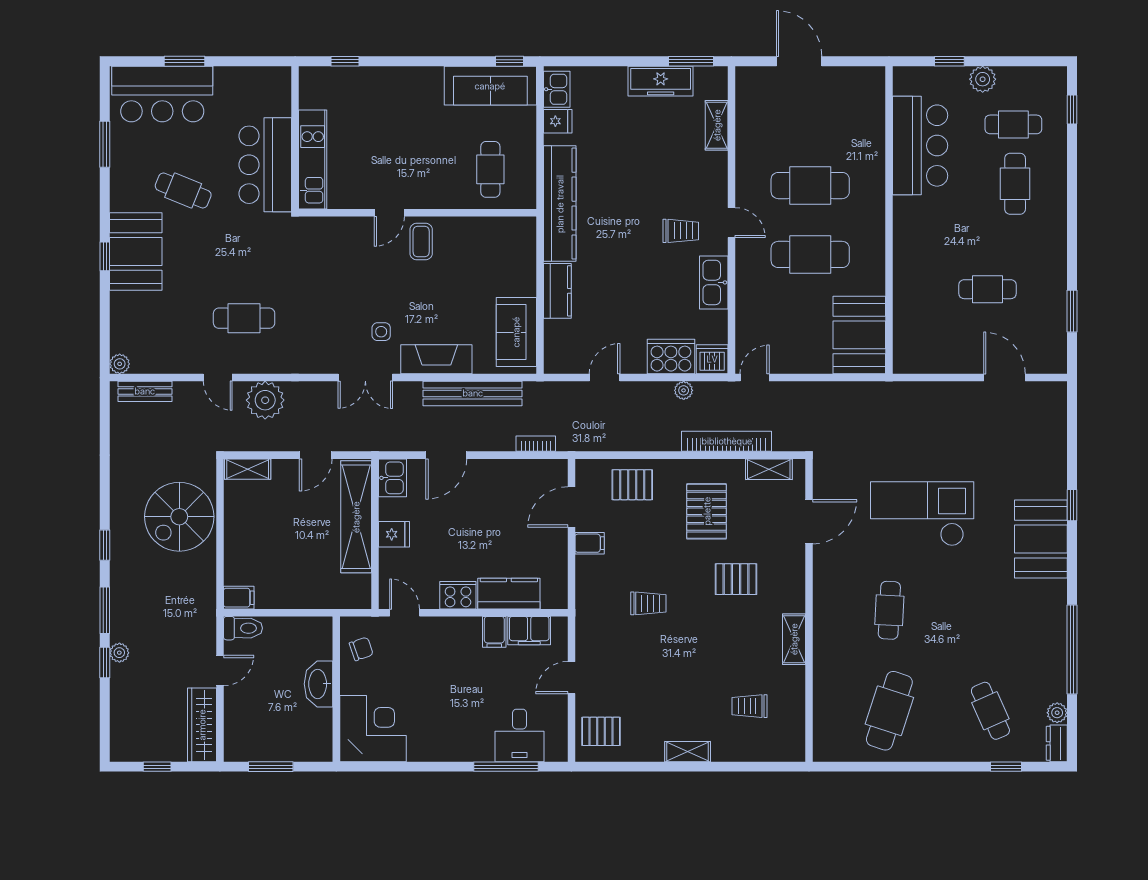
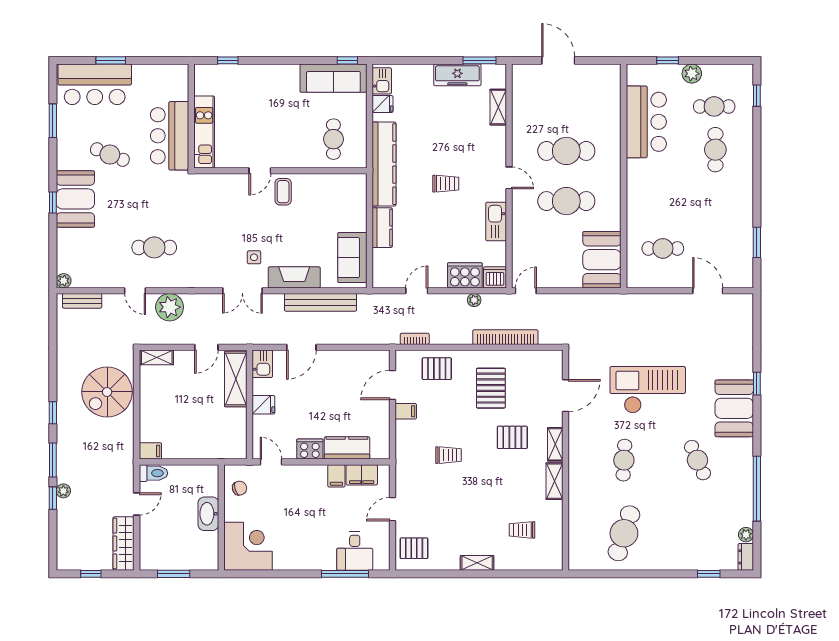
trolley: (681, 231) -> (446, 184), moved
cafe table: (987, 289) -> (663, 248), moved
bookcase: (536, 444) -> (415, 339), moved
shelving: (769, 469) -> (555, 444), moved, turned 90
shelving: (356, 517) -> (236, 379), width x0.68
cafe table: (990, 711) -> (697, 460), moved

